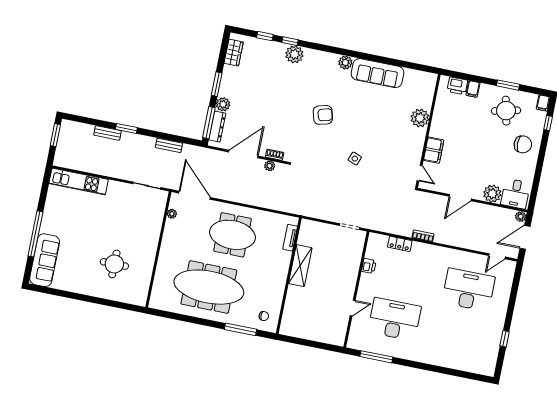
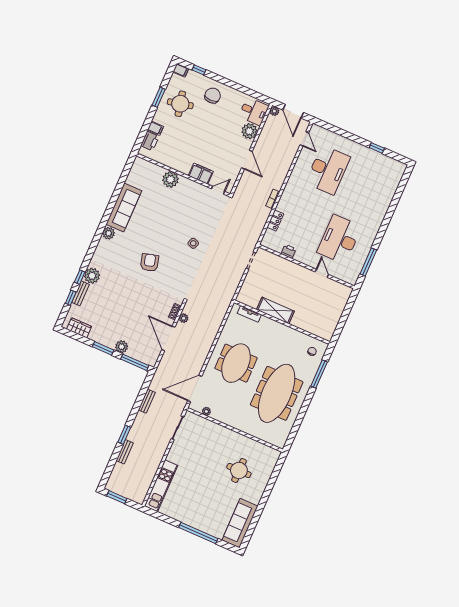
bench: (272, 46) -> (81, 293), added
dresser: (217, 127) -> (140, 356), removed
sofa: (45, 260) -> (240, 523), moved, turned -90
desk: (468, 290) -> (328, 170), turned 180

